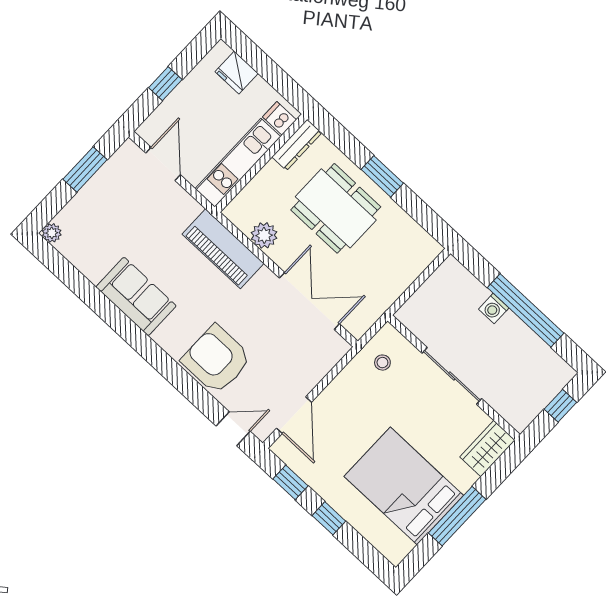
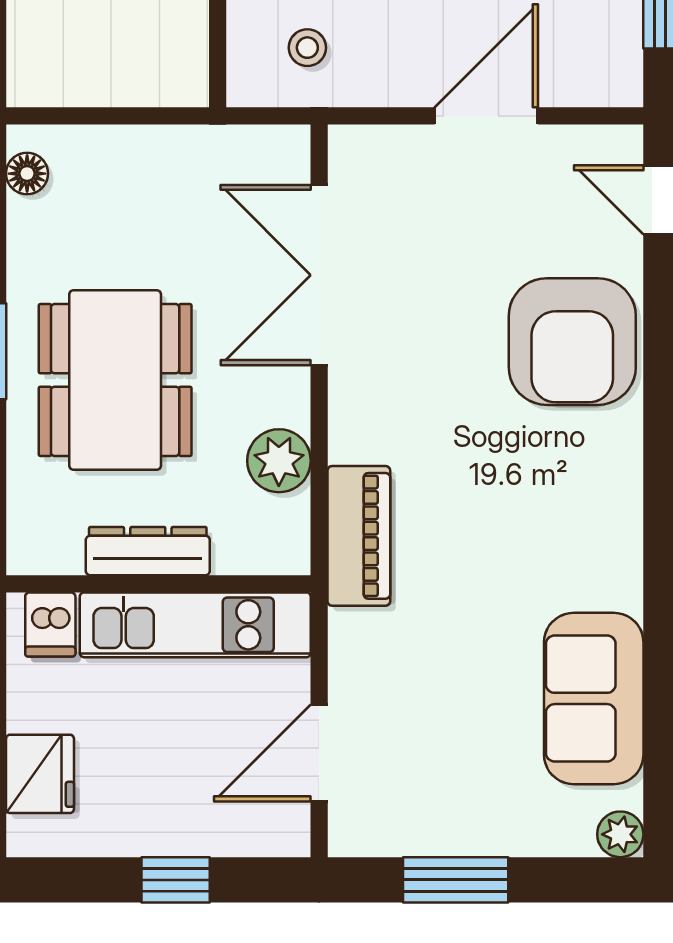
dresser: (297, 145) -> (148, 551), moved
floor lamp: (424, 241) -> (27, 174), added
piano: (223, 249) -> (359, 536), width x0.73, depth x0.75
sofa: (136, 296) -> (594, 698), moved
door: (294, 415) -> (486, 116), moved

